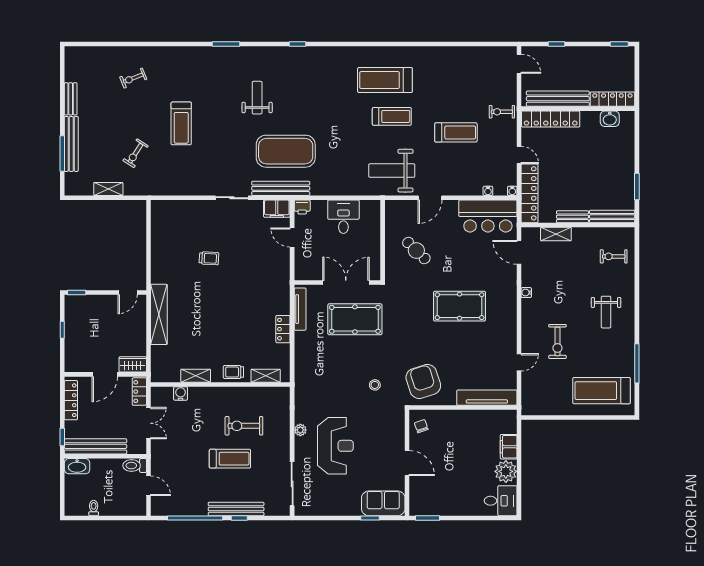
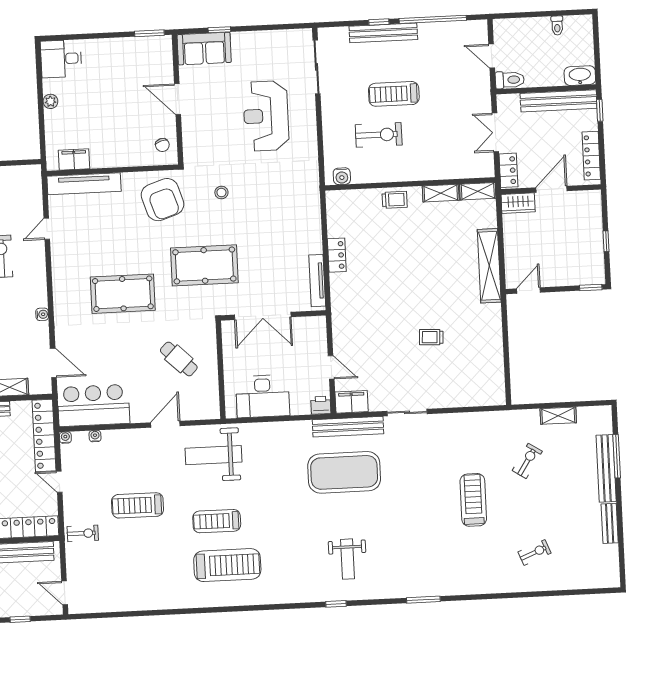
weight bench: (257, 98) -> (348, 559), moved
weight bench: (392, 171) -> (214, 455), turned 180
desk: (343, 217) -> (263, 396), width x1.37
pool table: (355, 319) -> (204, 265), moved
shelving: (266, 376) -> (478, 191), moved
water cooler: (181, 393) -> (342, 176), moved
plant: (300, 430) -> (310, 133), removed
filing cabinet: (509, 447) -> (74, 159), moved, turned -90
plant: (506, 471) -> (50, 101), width x0.53, depth x0.53

